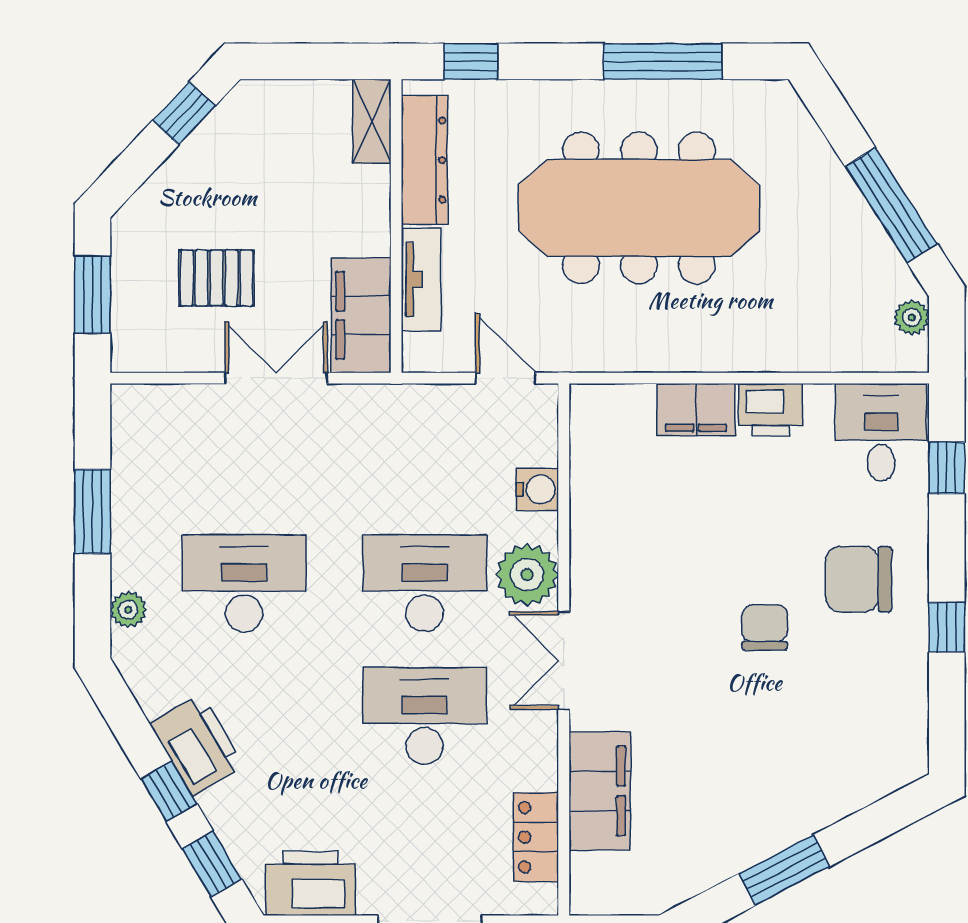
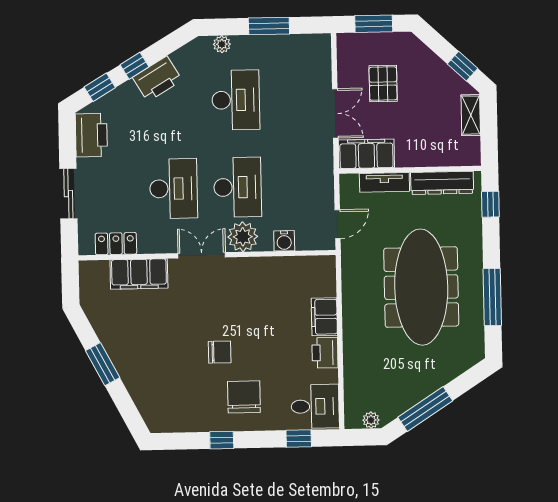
shelving: (372, 121) -> (471, 115), moved, turned 90

